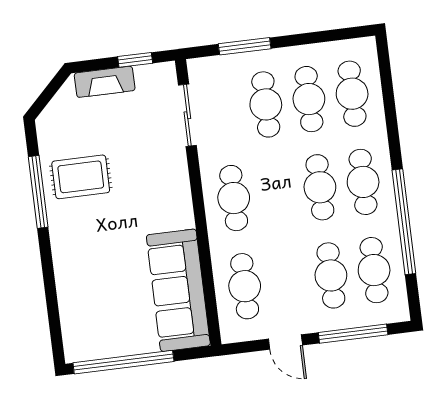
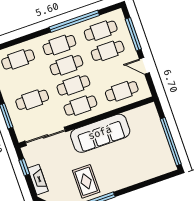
cafe table: (309, 99) -> (73, 85), moved
sliding door: (187, 115) -> (45, 136), width x1.37
sofa: (178, 290) -> (100, 133), moved
door: (285, 342) -> (144, 66), swing flipped

